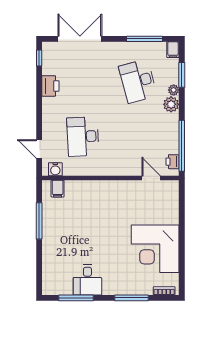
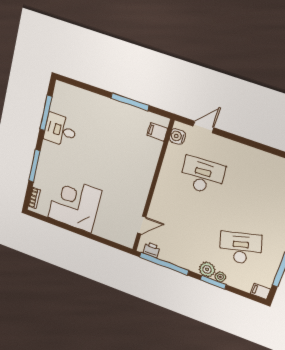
window: (182, 75) -> (213, 282), moved
printer: (50, 86) -> (266, 161), removed

